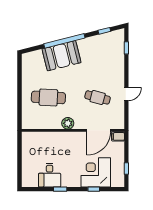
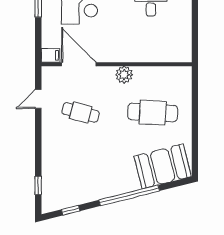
booth: (61, 56) -> (163, 166), moved
door: (126, 94) -> (38, 99), moved
door: (99, 130) -> (79, 64), hinge flipped

